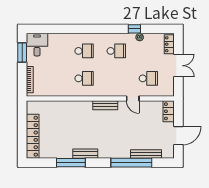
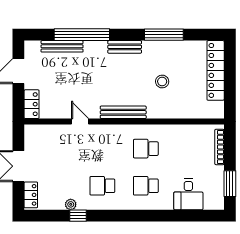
desk: (37, 45) -> (188, 194), moved
school desk: (148, 78) -> (59, 149), removed
bench: (105, 105) -> (123, 112), width x1.36
stool: (72, 128) -> (162, 82), added
bench: (85, 154) -> (125, 47), moved

